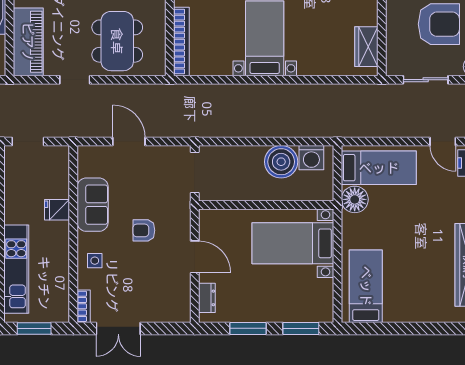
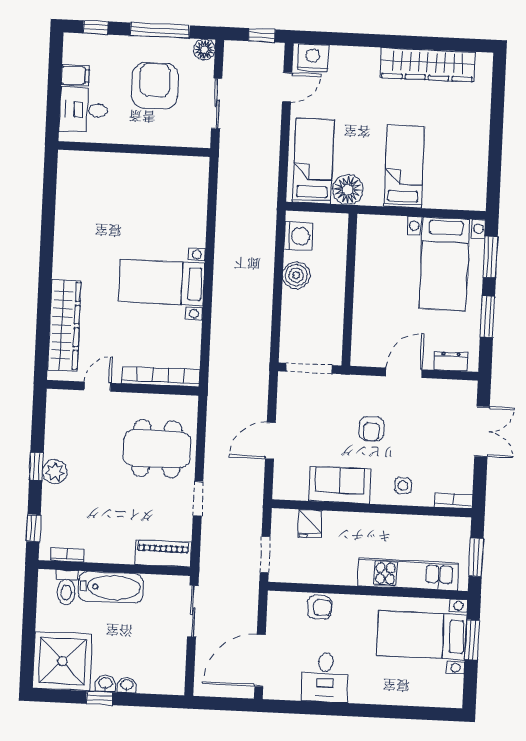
piano: (28, 42) -> (163, 553), width x0.73, depth x0.75
wardrobe: (366, 47) -> (176, 168), removed
boiler: (281, 162) -> (296, 275), width x0.73, depth x0.73
fridge: (57, 210) -> (310, 524), moved
bed with nightstands: (293, 243) -> (445, 264), moved
bed: (366, 286) -> (404, 166), moved, turned 90
double door: (118, 328) -> (482, 431), moved

